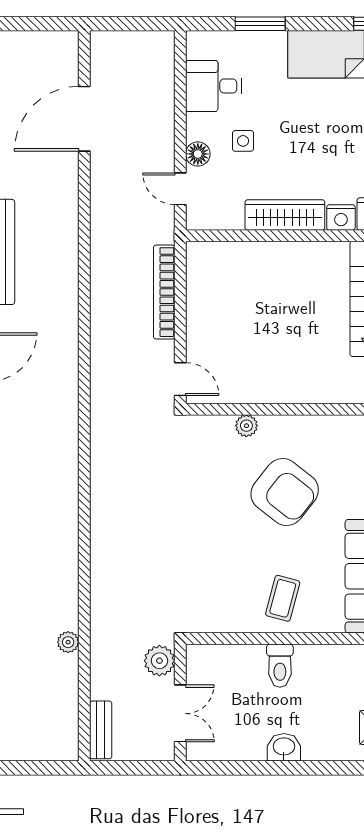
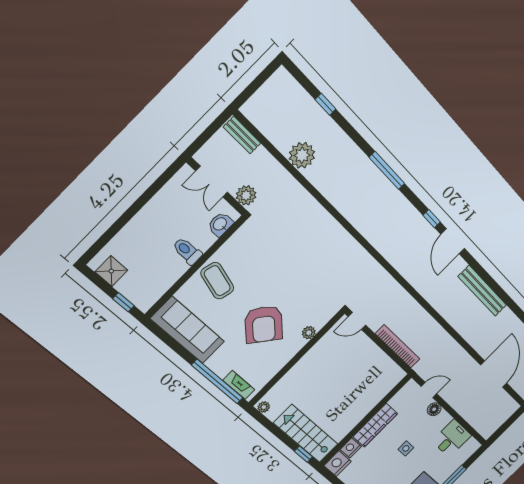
side table: (243, 141) -> (406, 448), moved
armchair: (285, 492) -> (264, 324), turned -87
coffee table: (283, 598) -> (217, 281), width x1.36, depth x1.30
plant: (68, 642) -> (302, 155), width x1.87, depth x1.87
washbasin: (284, 747) -> (220, 224), moved, turned 180

